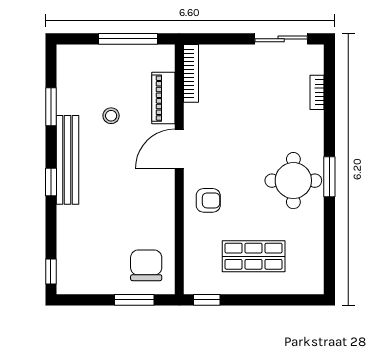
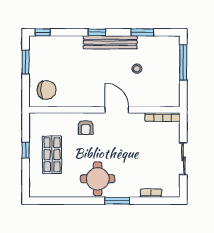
window: (128, 39) -> (183, 62), moved
sliding door: (281, 39) -> (183, 159), moved
piano: (163, 98) -> (148, 100), removed
window: (329, 177) -> (117, 201), moved
window: (134, 300) -> (26, 62), moved
window: (207, 300) -> (26, 150), moved

